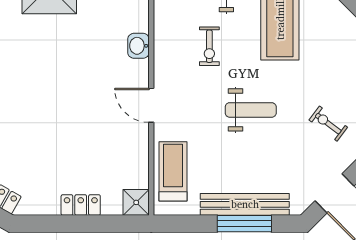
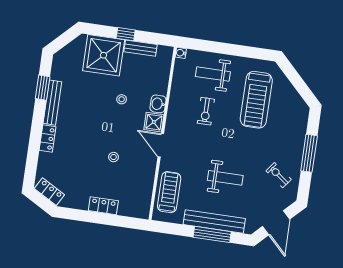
stool: (85, 47) -> (122, 99), added
weight bench: (251, 110) -> (225, 178), moved
stool: (85, 132) -> (113, 157), added
shower: (136, 202) -> (154, 122), moved

